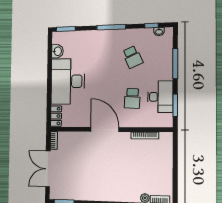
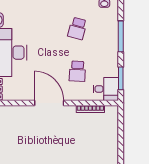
school desk: (133, 57) -> (77, 28), turned 39
desk: (160, 97) -> (106, 89), moved, width x0.73

